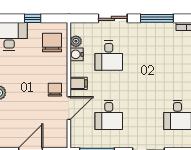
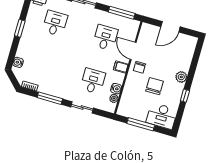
window: (33, 18) -> (141, 124), width x2.17
chair: (52, 42) -> (155, 86), moved, turned 180
door: (69, 108) -> (133, 51), hinge flipped

